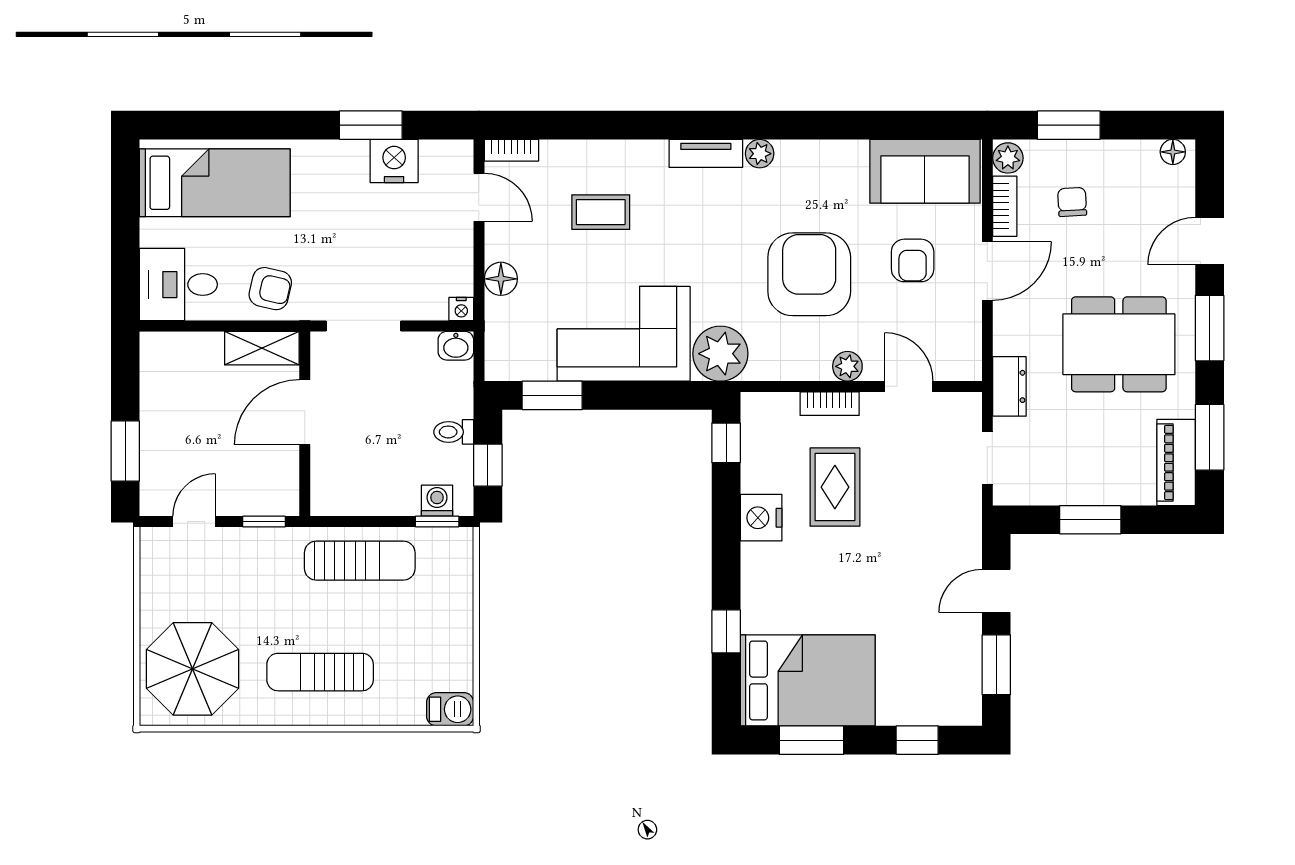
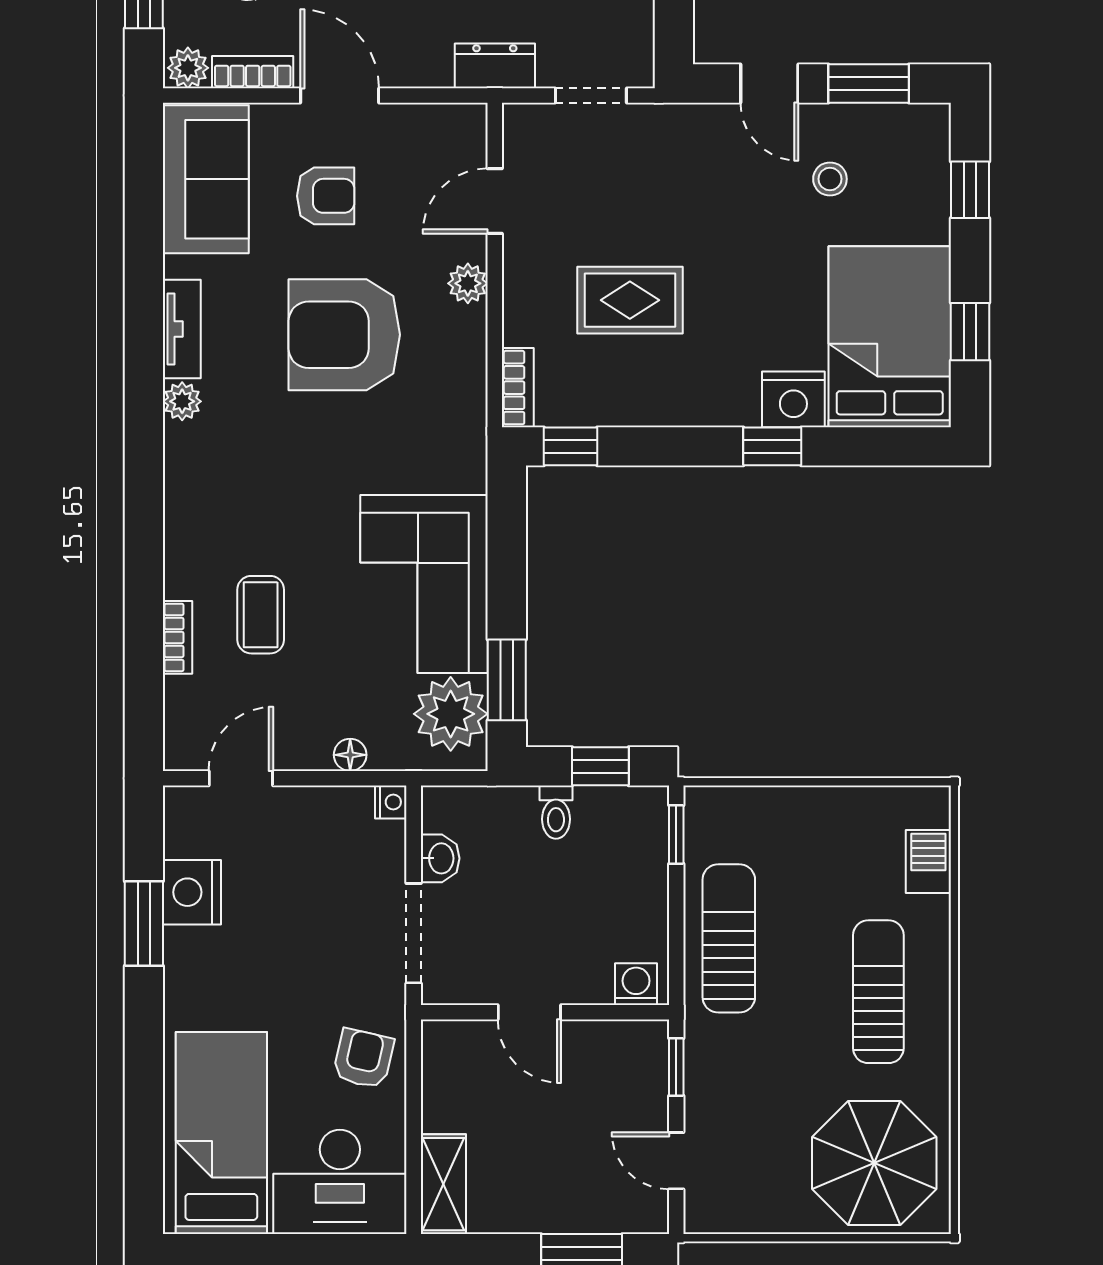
bookcase: (511, 150) -> (178, 637), moved
tv unit: (706, 153) -> (182, 329), moved
floor lamp: (501, 279) -> (350, 755), width x0.73, depth x0.73
desk: (178, 285) -> (340, 1182), width x1.37
washbasin: (456, 346) -> (440, 858), moved
shelving: (262, 348) -> (443, 1184), moved
plant: (720, 354) -> (451, 714), moved
bookcase: (830, 404) -> (518, 388), moved
door: (305, 412) -> (529, 1012), width x0.73
washing machine: (437, 501) -> (636, 984), moved, turned 90
nightstand: (761, 518) -> (793, 399), moved
window: (726, 631) -> (772, 446), moved
stool: (925, 636) -> (830, 179), added
sun lounger: (320, 672) -> (878, 992), turned 180
barbecue: (450, 709) -> (928, 861), moved
window: (811, 740) -> (970, 332), width x0.67

